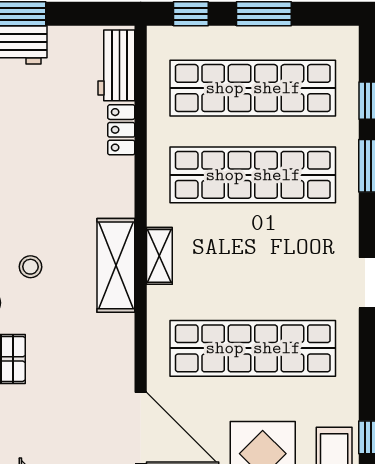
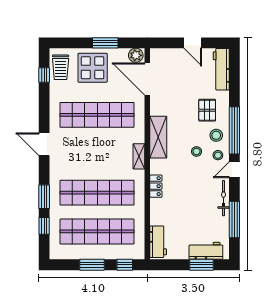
locker: (121, 130) -> (156, 186), moved
shelving: (116, 265) -> (158, 137), moved

